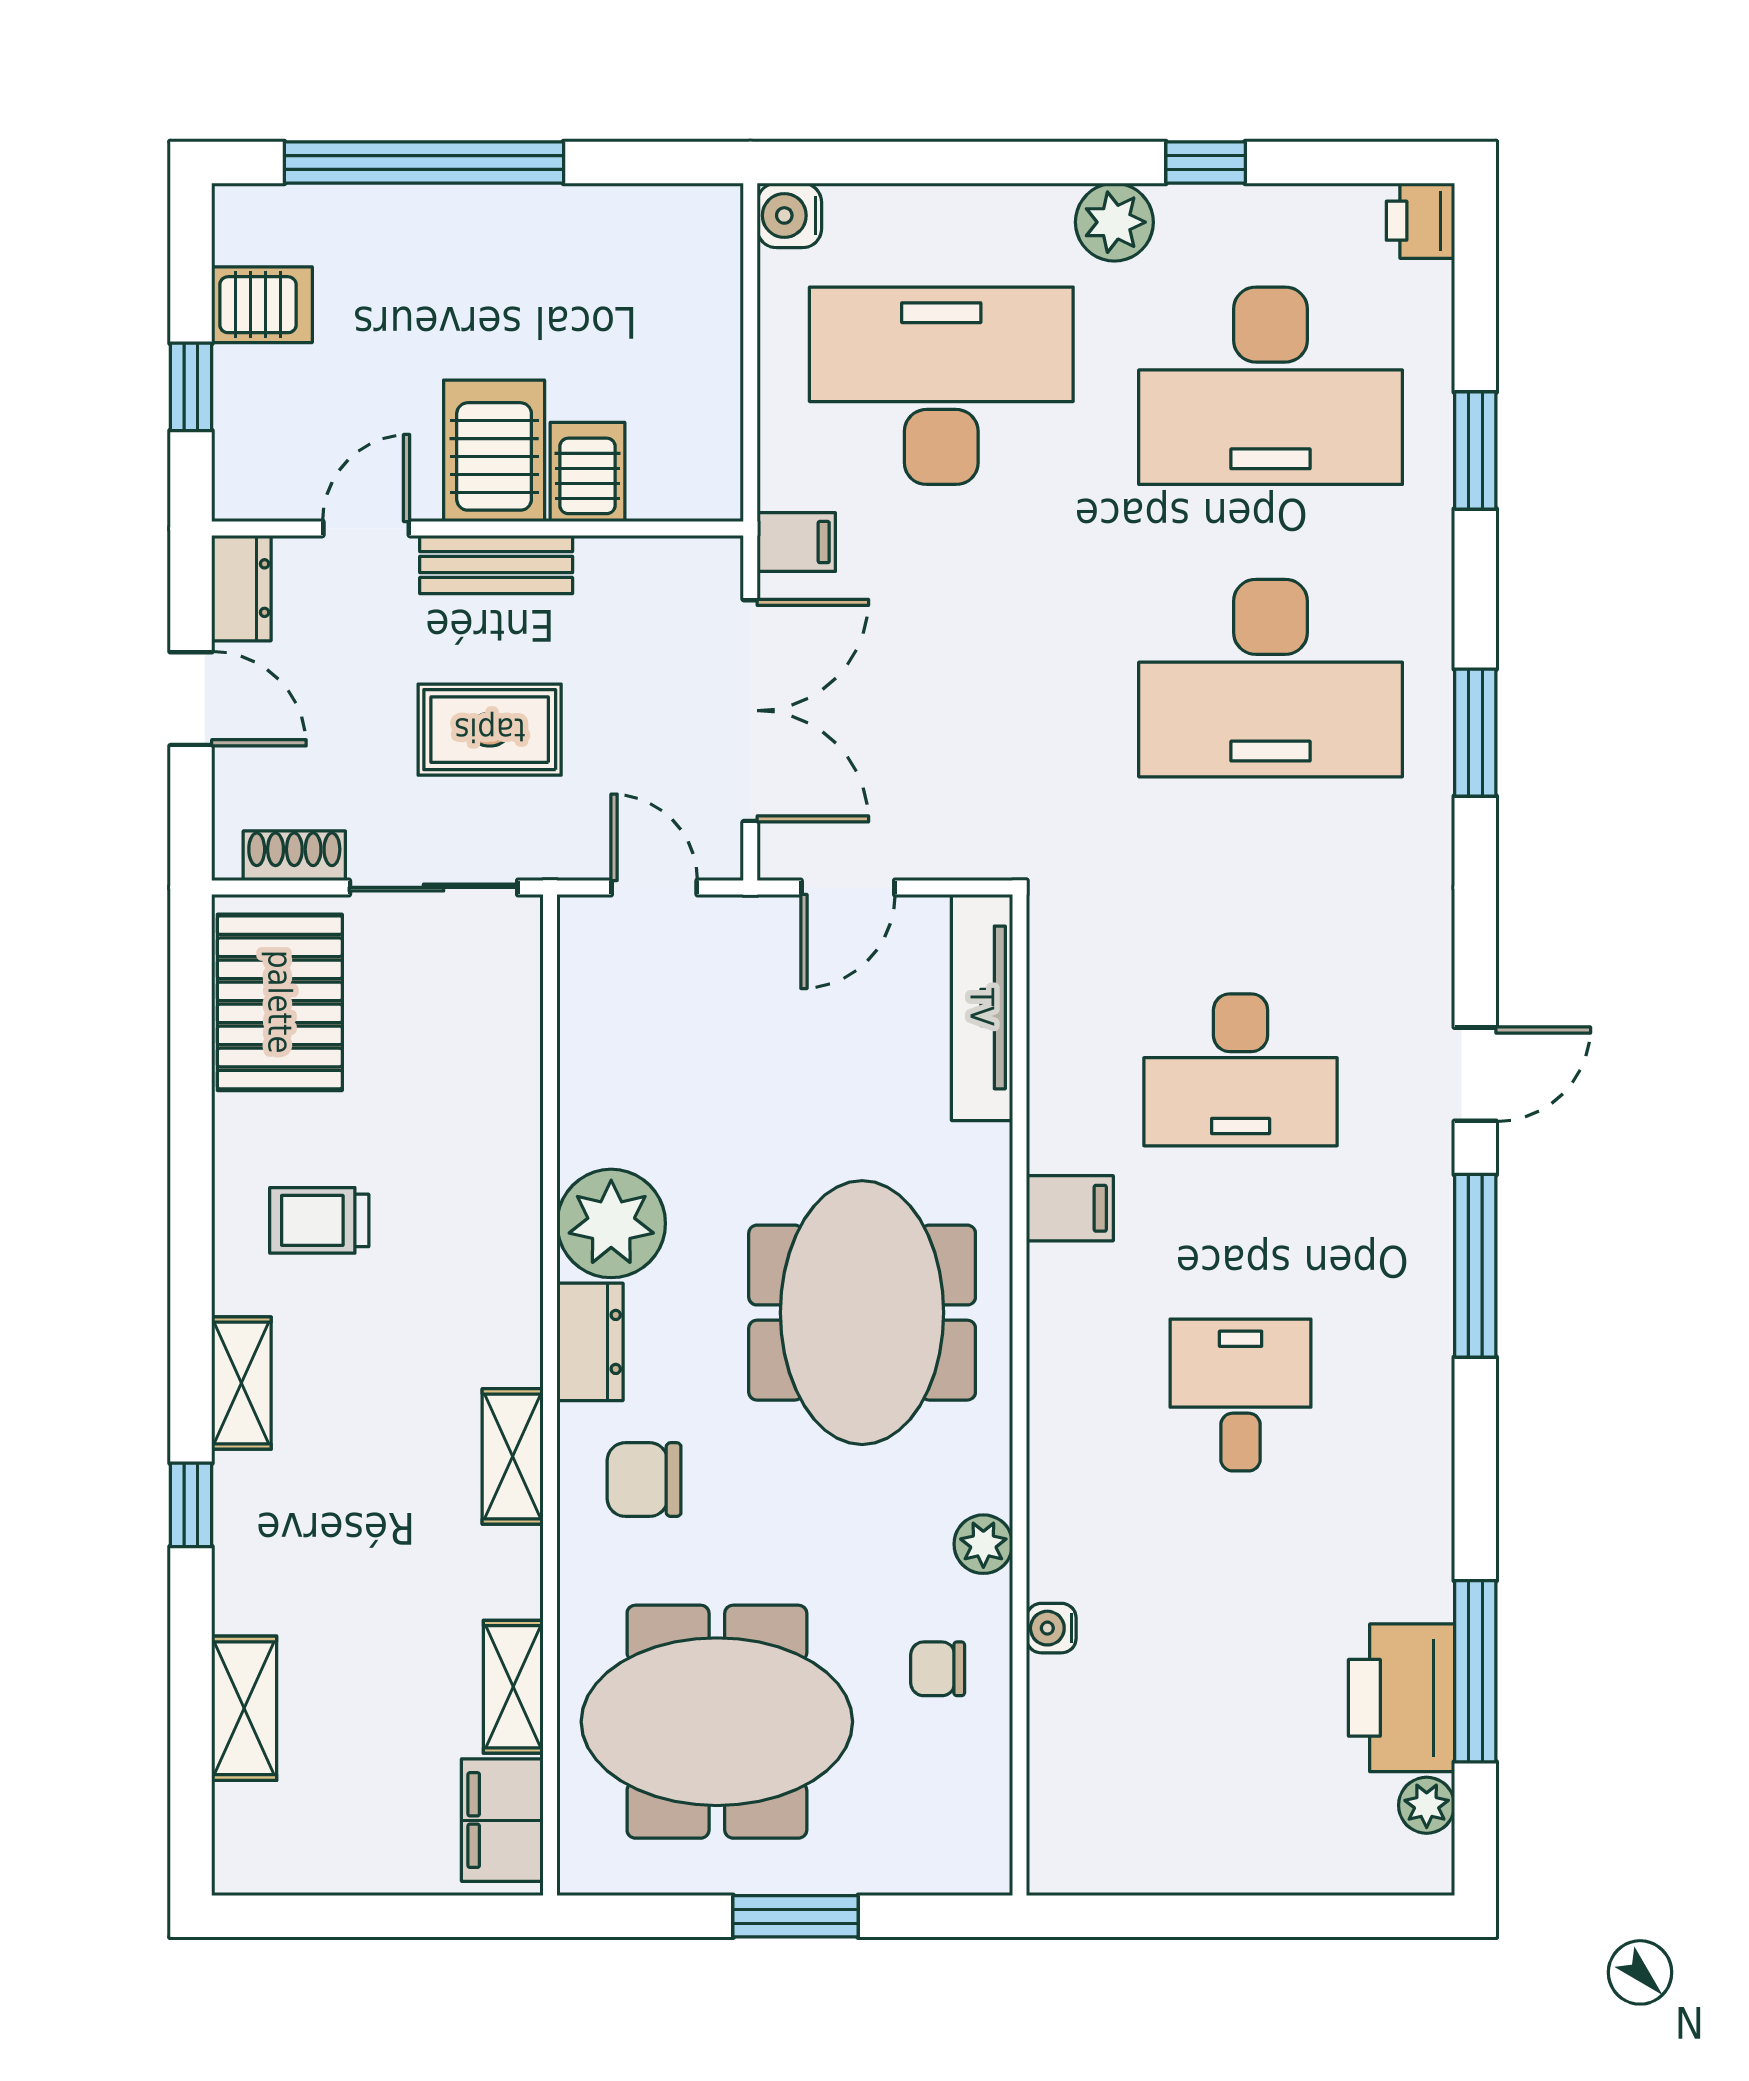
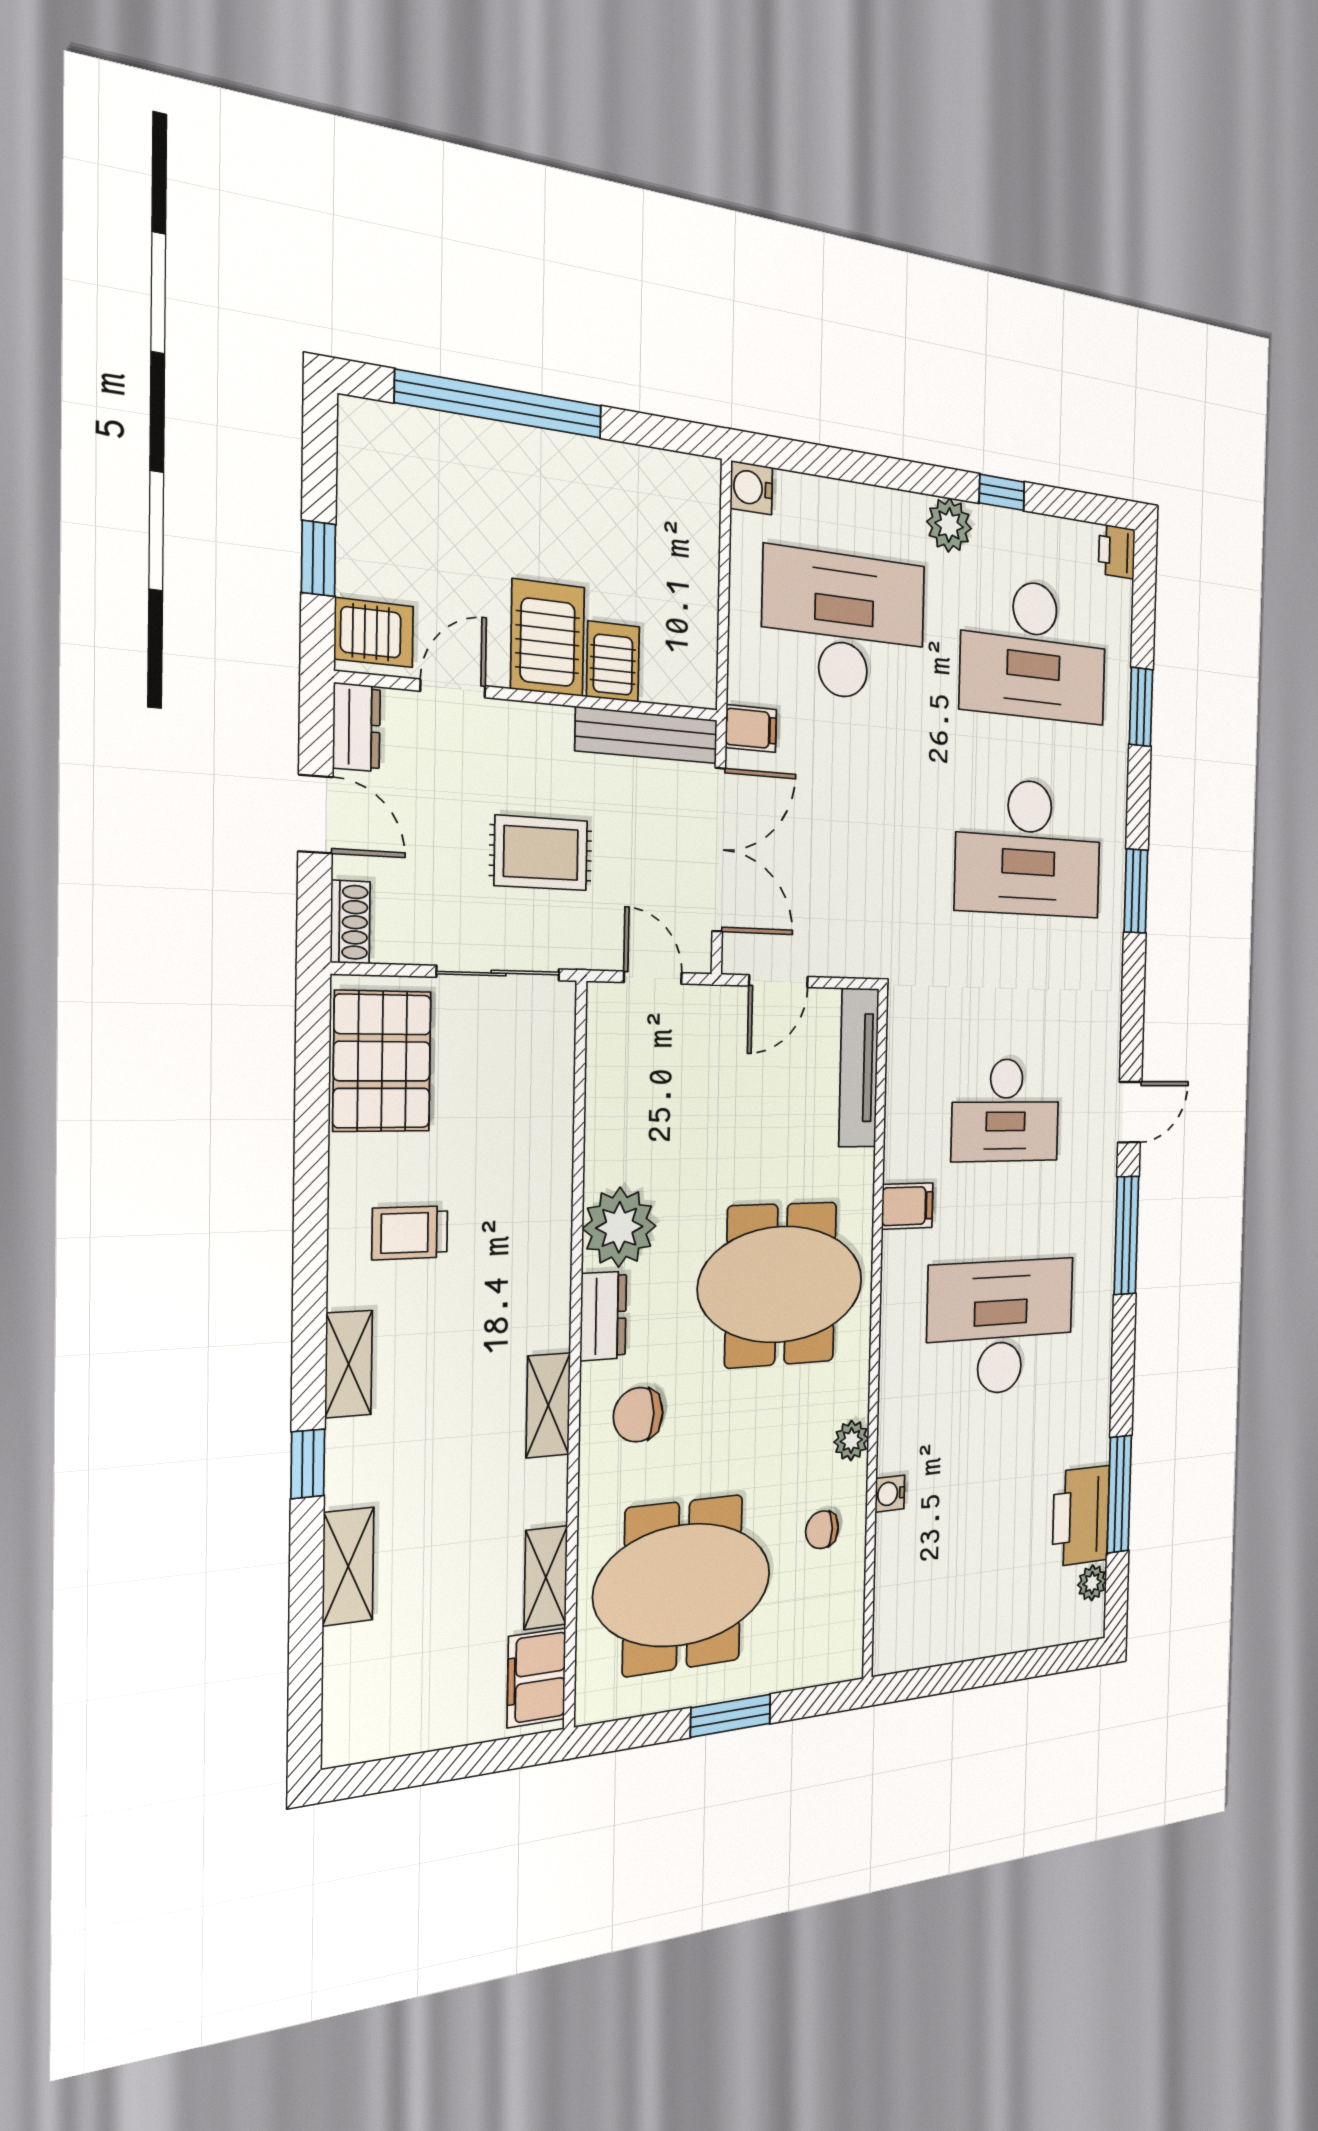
server rack: (262, 305) -> (374, 633), moved
bench: (496, 565) -> (647, 735), moved, width x1.36
shoe rack: (294, 856) -> (350, 922), moved, turned 90
meeting table: (862, 1313) -> (781, 1284), turned 90
desk: (1241, 1395) -> (1000, 1327), width x1.87, depth x1.30
shelving: (244, 1708) -> (348, 1566), moved

